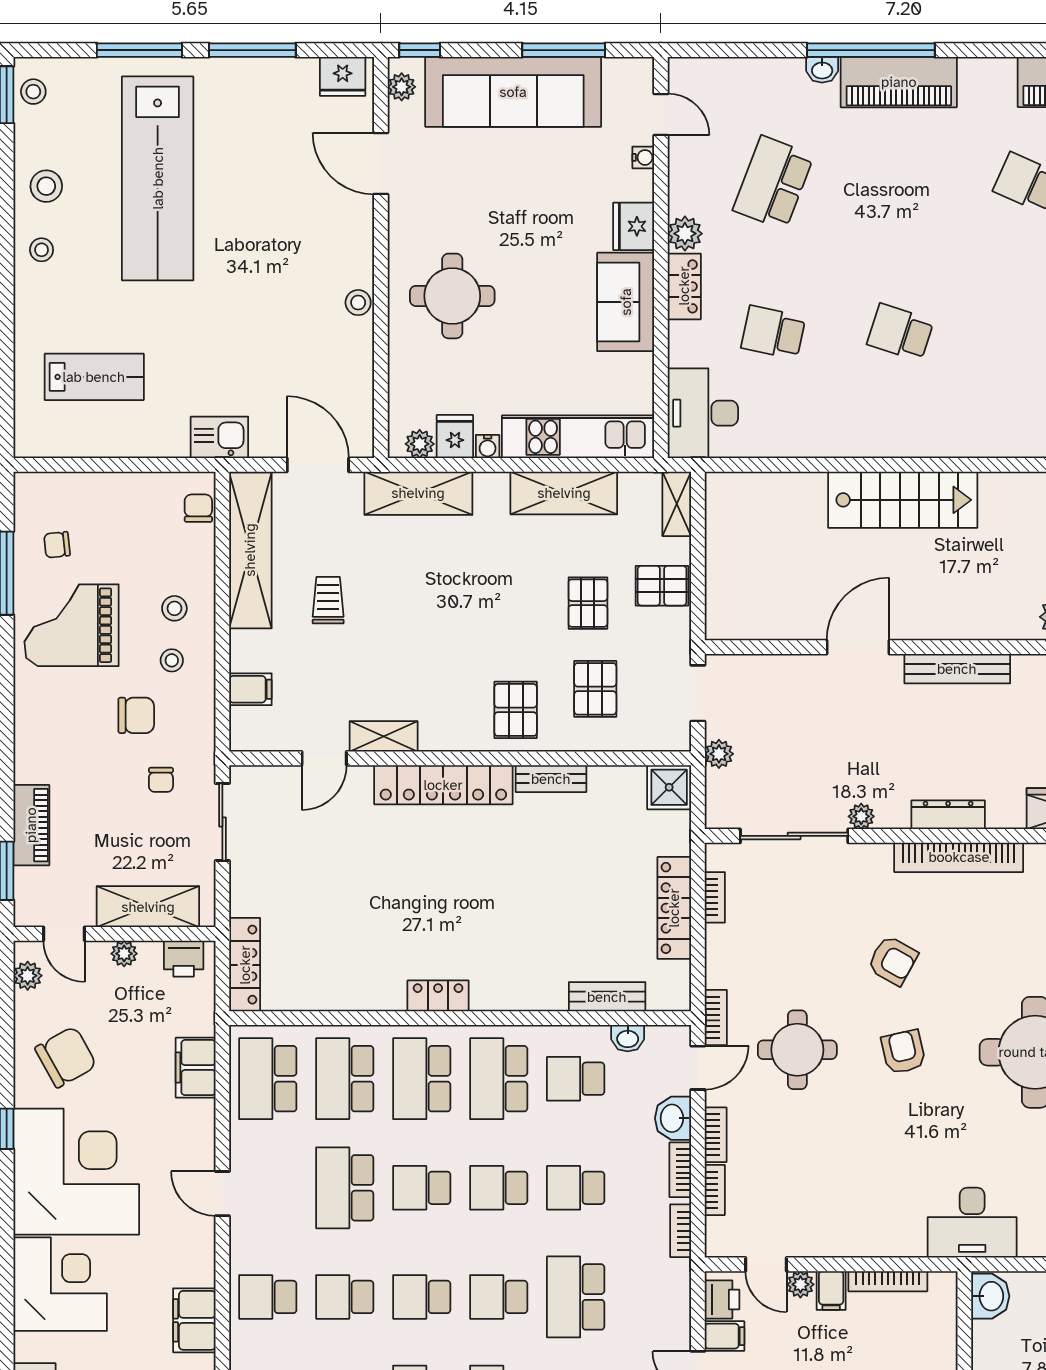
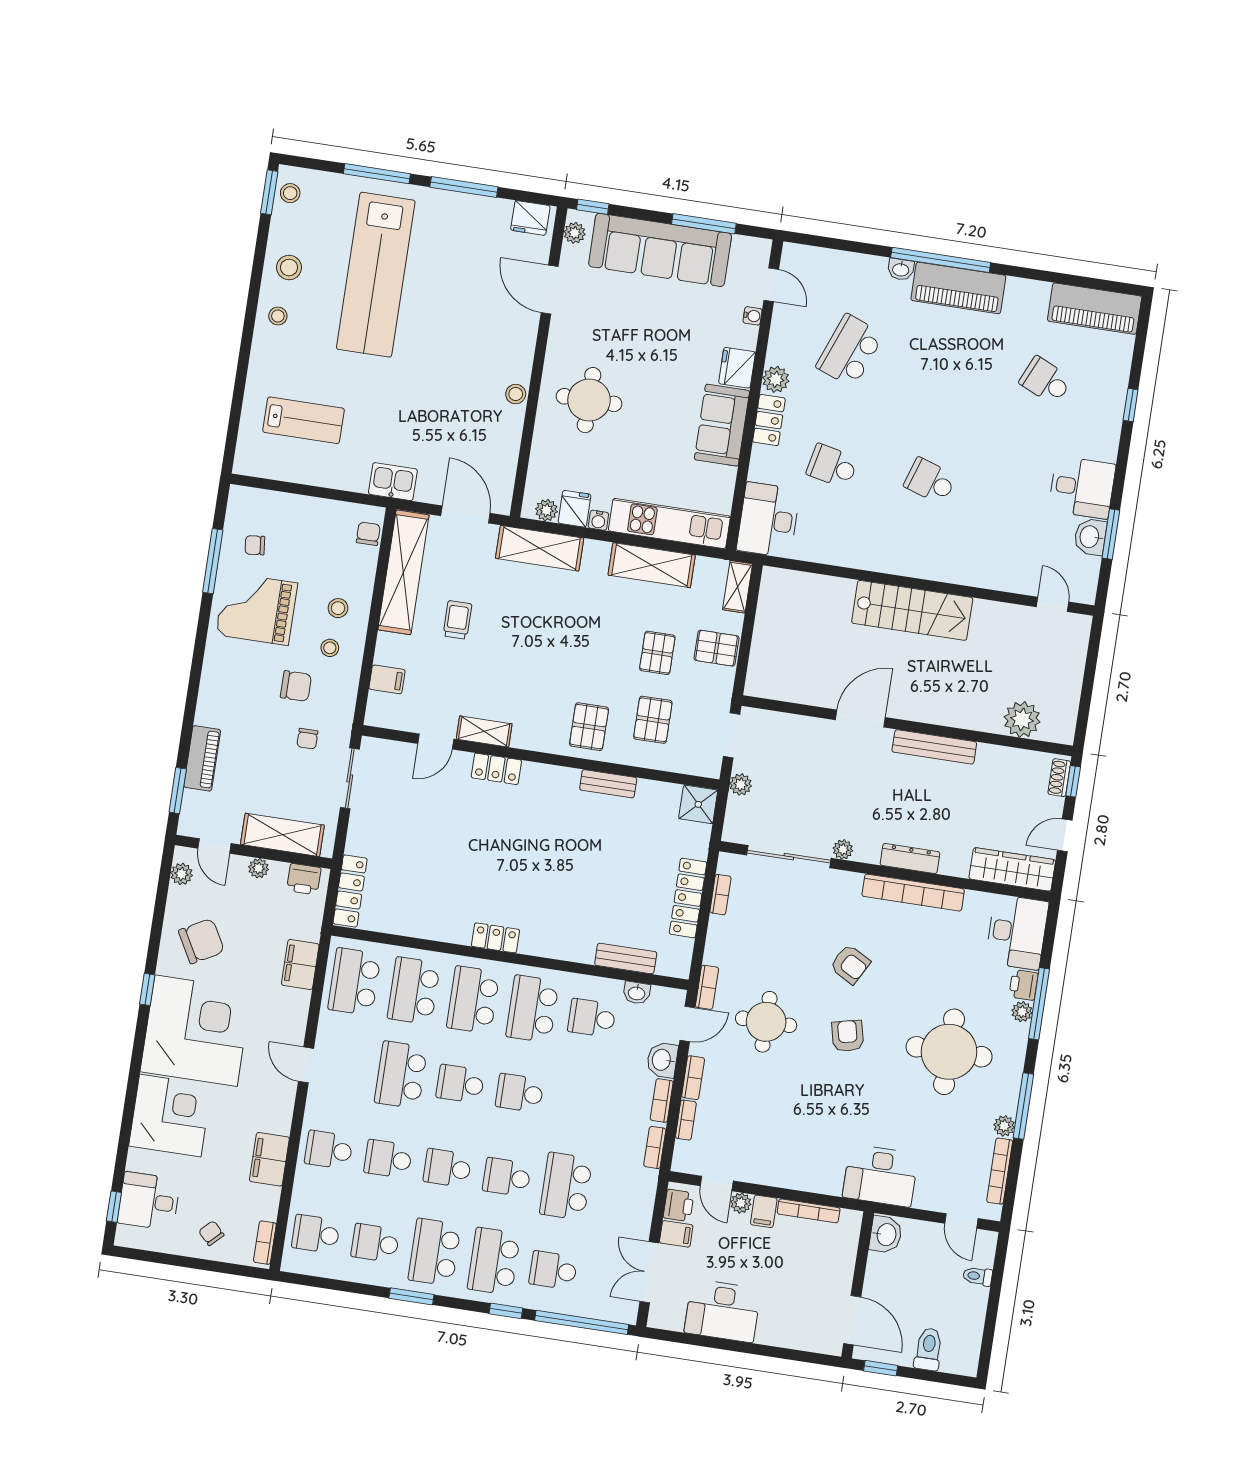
locker: (443, 785) -> (496, 769), width x0.46, depth x0.83
school desk: (576, 1188) -> (579, 1102), removed

